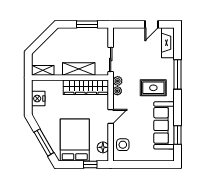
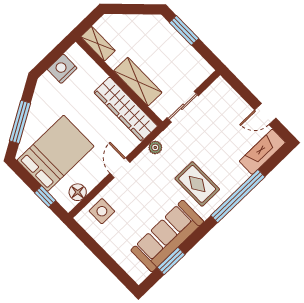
window: (87, 24) -> (184, 30), moved
window: (177, 74) -> (238, 196), width x1.46
plant: (118, 81) -> (166, 137), removed
door: (111, 117) -> (120, 168), swing flipped

